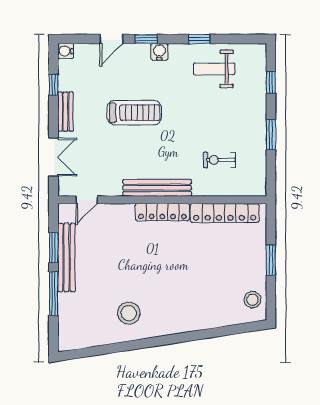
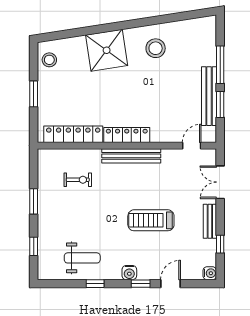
shower: (186, 311) -> (107, 50), added

